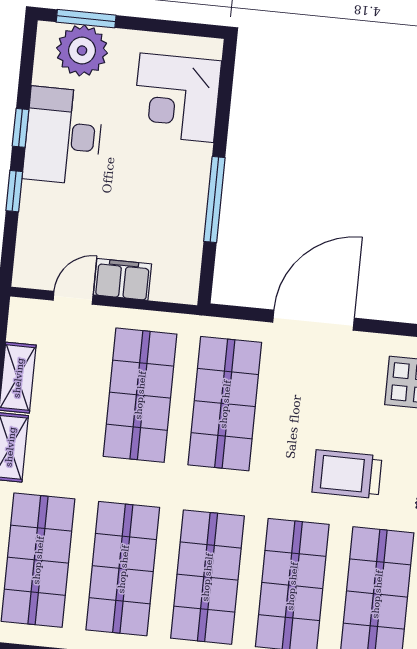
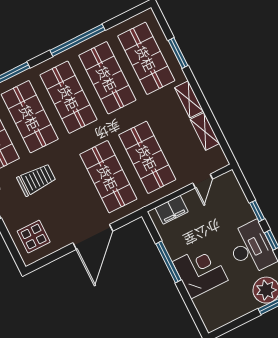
corner desk: (177, 98) -> (200, 271), moved
filing cabinet: (122, 279) -> (172, 210), moved

